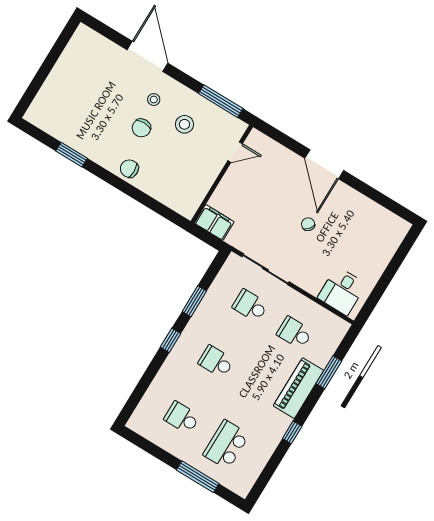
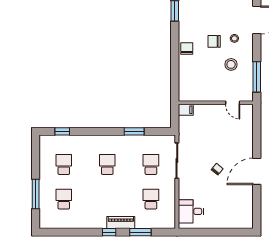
door: (324, 164) -> (257, 171), moved
filing cabinet: (214, 222) -> (186, 110), width x0.50
window: (171, 340) -> (62, 131), moved
piano: (298, 388) -> (121, 222), width x0.73, depth x0.75
window: (292, 432) -> (109, 232), moved
school desk: (226, 445) -> (64, 199), width x0.54

